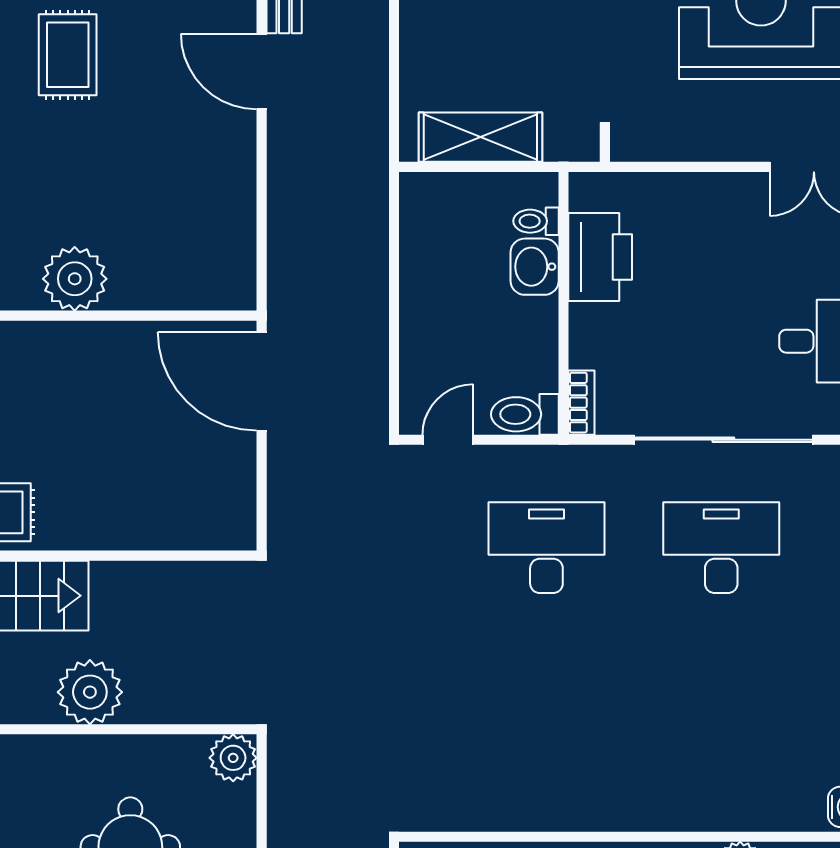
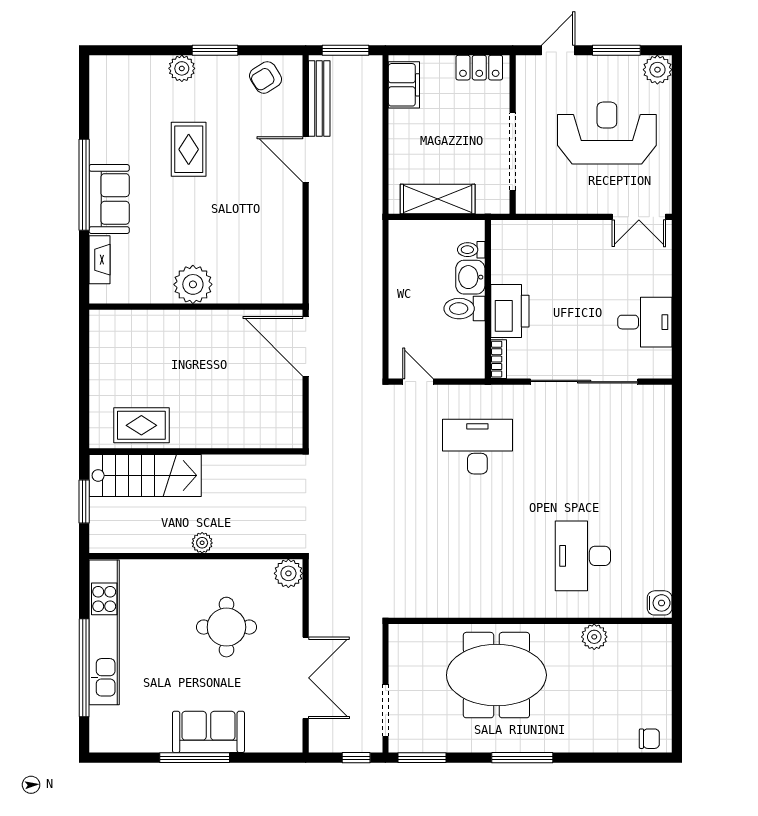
printer: (600, 257) -> (510, 311), moved
toilet: (525, 414) -> (464, 309), moved
door: (448, 440) -> (418, 382), hinge flipped
desk: (721, 548) -> (583, 556), moved, turned -90
plant: (90, 692) -> (202, 543), width x0.53, depth x0.53

